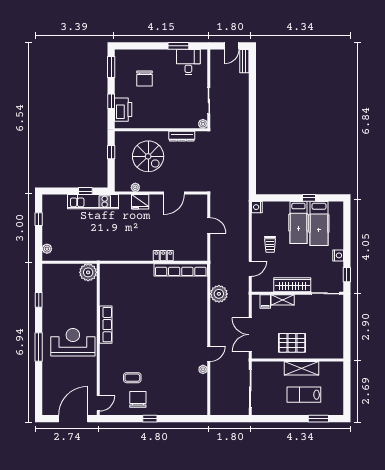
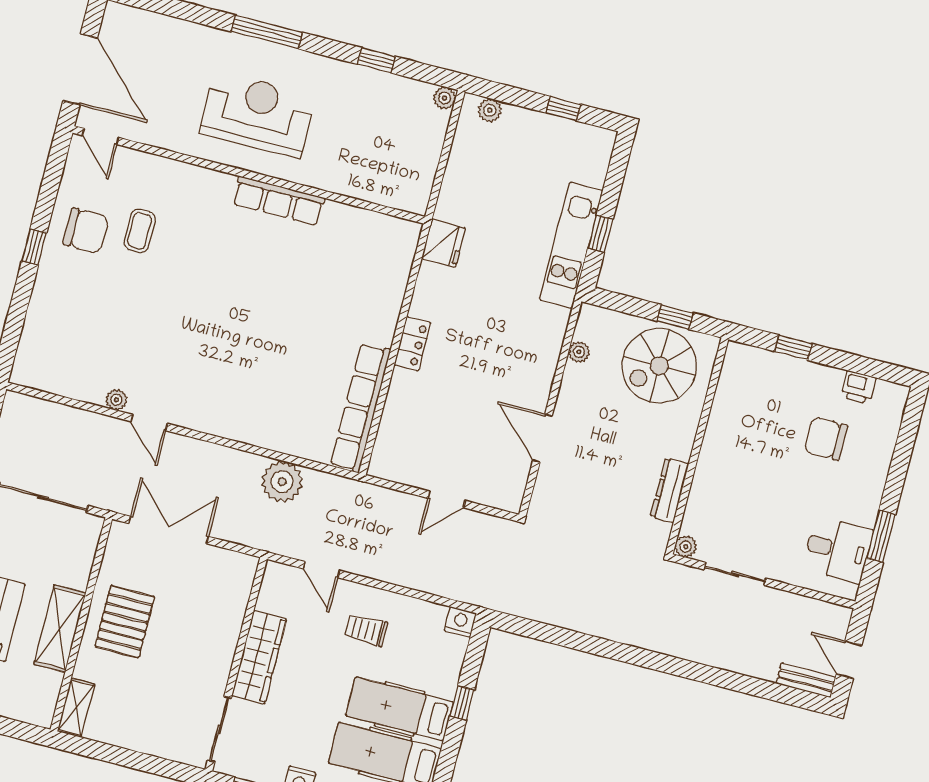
window: (111, 67) -> (872, 368), removed
printer: (123, 110) -> (859, 387), moved, width x0.53, depth x0.68
spiral stairs: (148, 156) -> (659, 366), moved
window: (309, 198) -> (462, 703), moved
fridge: (140, 202) -> (444, 243), moved, turned 180
locker: (163, 256) -> (412, 344), moved
plant: (88, 272) -> (445, 98), moved, width x0.53, depth x0.53
shelving: (283, 300) -> (76, 708), moved
filing cabinet: (265, 301) -> (237, 584), removed
reception desk: (73, 342) -> (257, 114), turned -90

